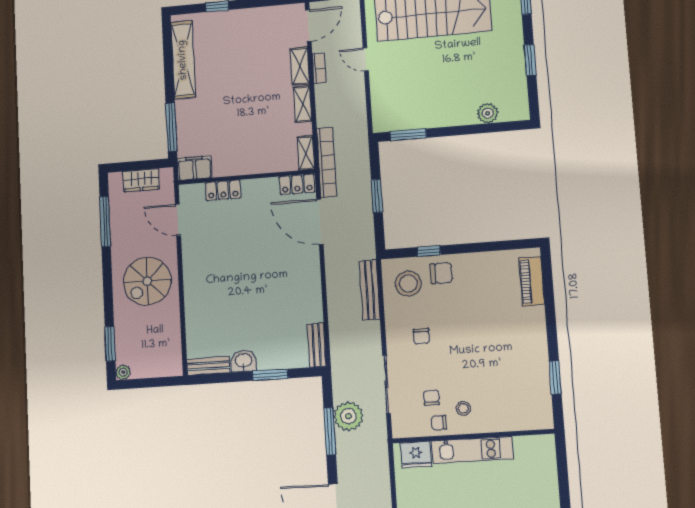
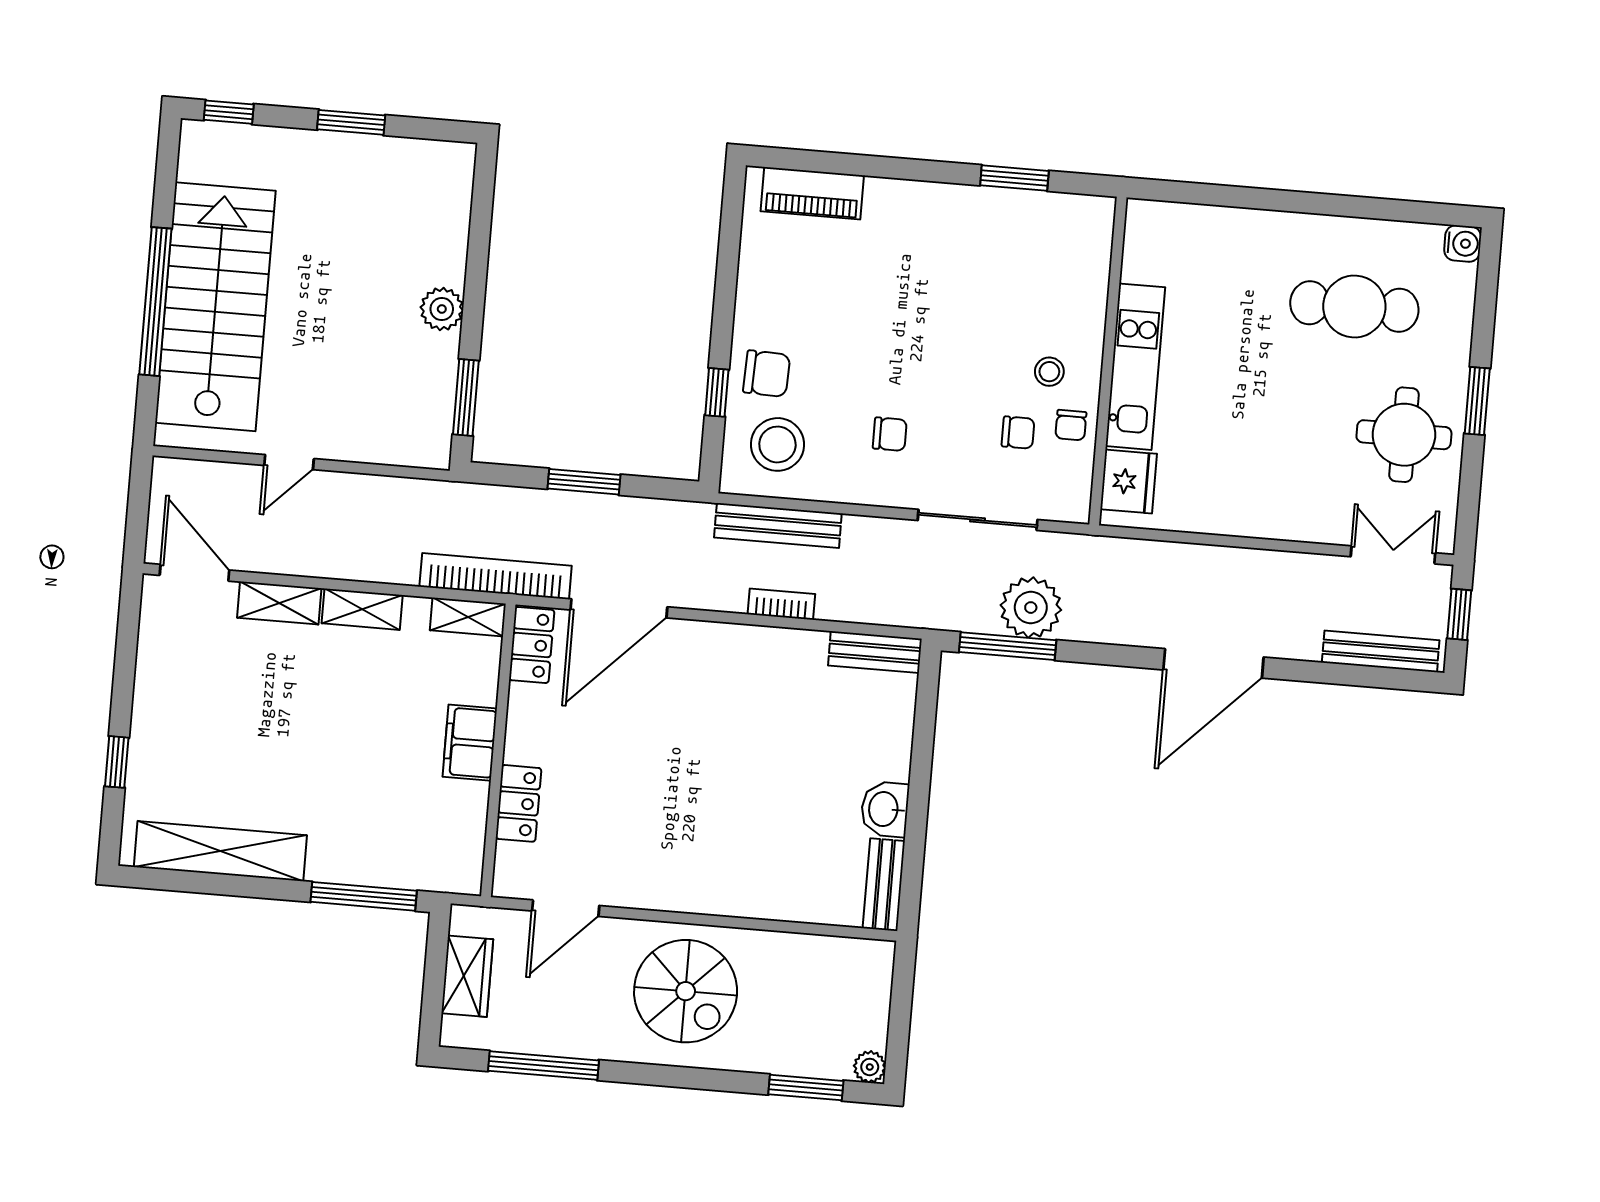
bookcase: (319, 68) -> (781, 604), moved
plant: (488, 113) -> (442, 309), moved
filing cabinet: (194, 168) -> (470, 743), moved
chair: (441, 273) -> (767, 374), turned 92
window: (270, 375) -> (922, 757), removed
chair: (431, 398) -> (1018, 433), turned 180
window: (330, 431) -> (1008, 646), moved

